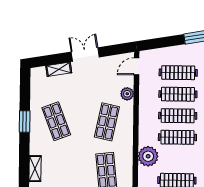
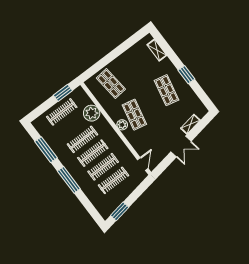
plant: (127, 94) -> (122, 125), moved
shop shelf: (56, 121) -> (167, 90), turned 33

